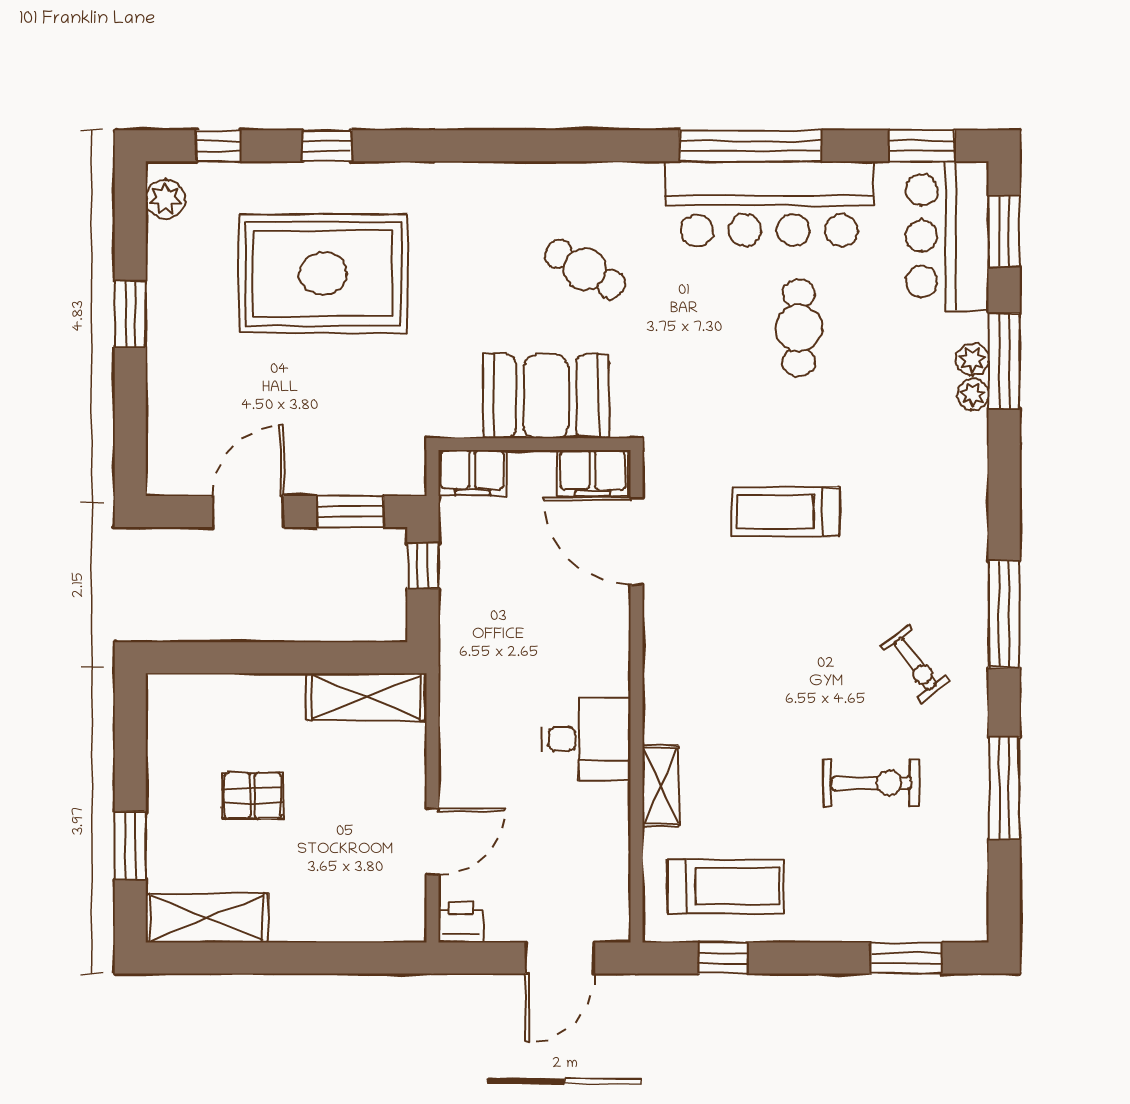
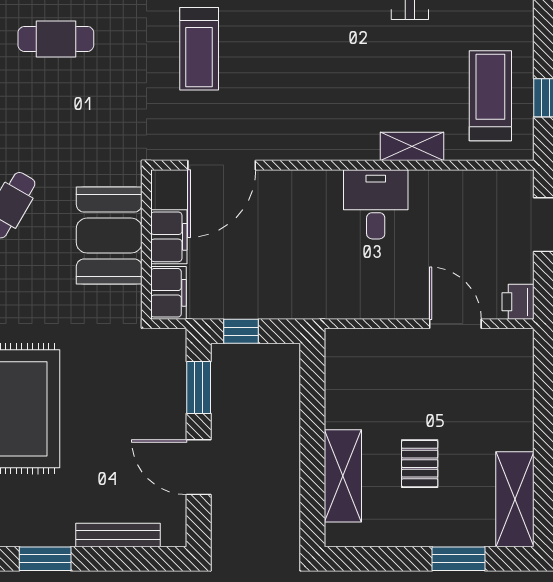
bench: (161, 408) -> (118, 535), added
filing cabinet: (592, 473) -> (169, 237), moved
shelving: (366, 697) -> (343, 476), moved

